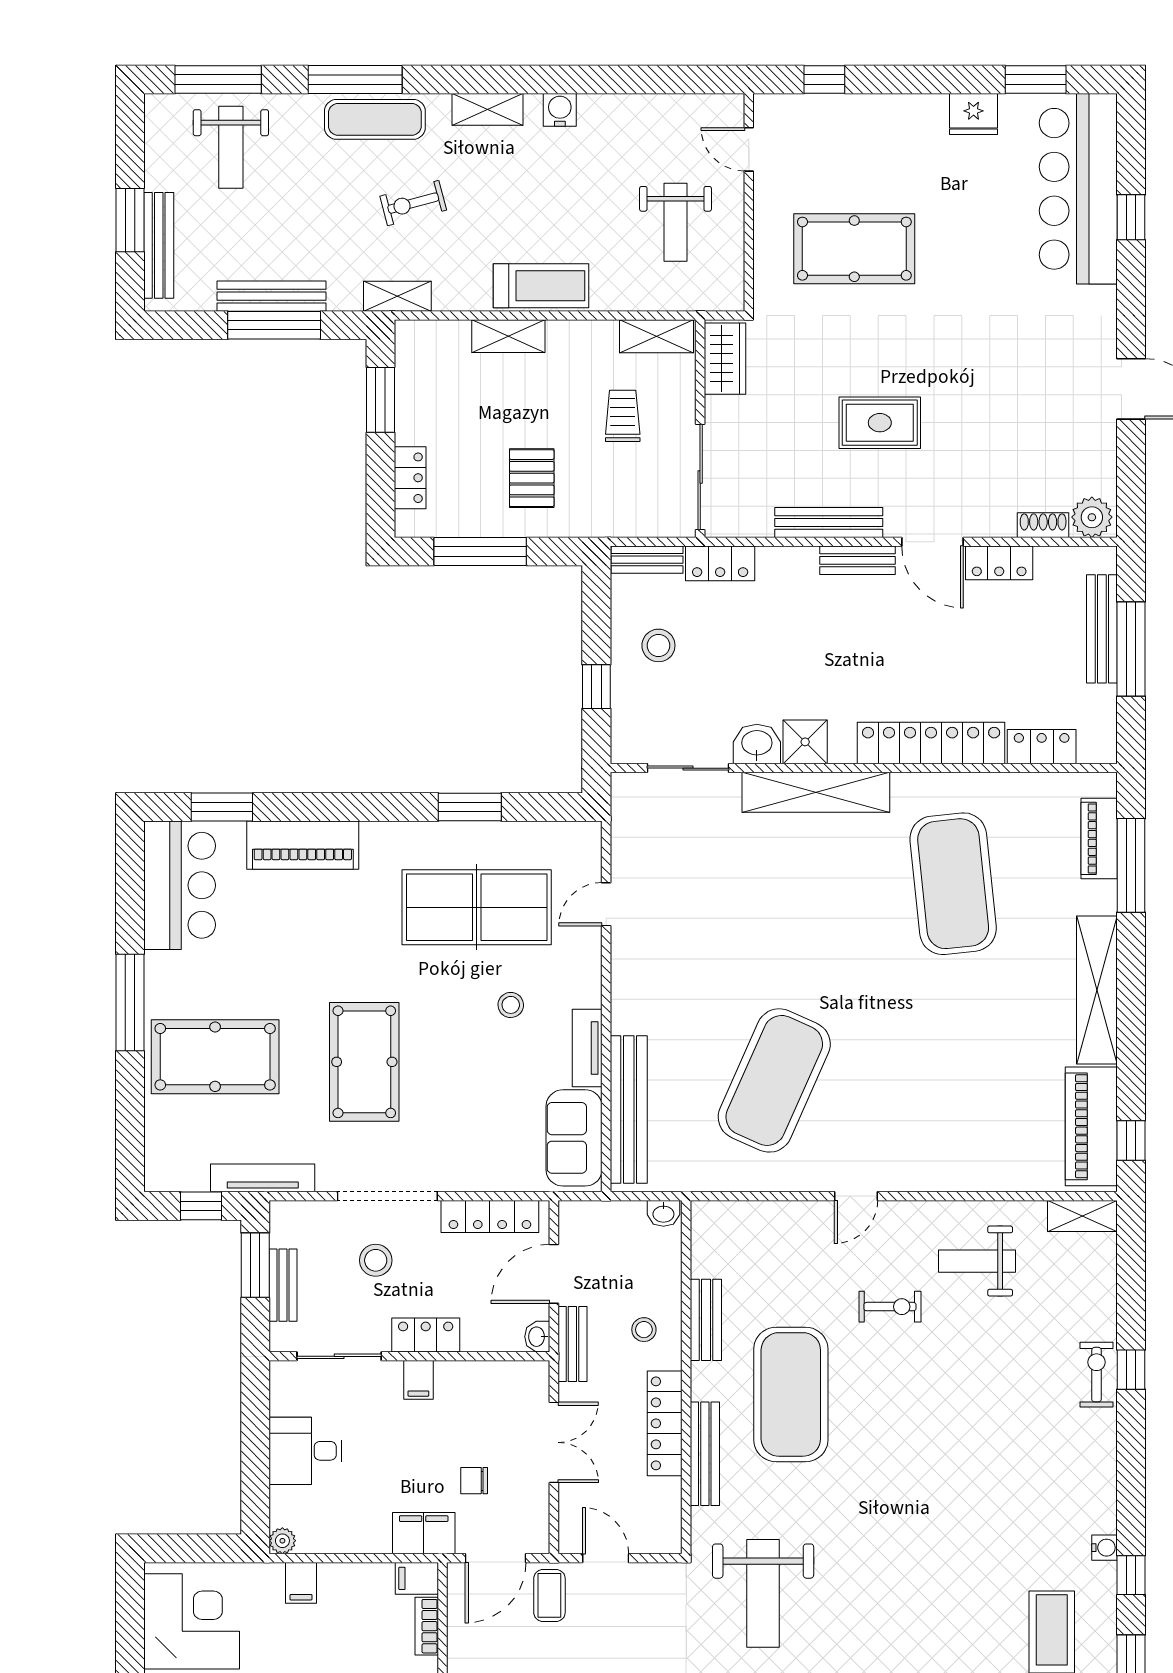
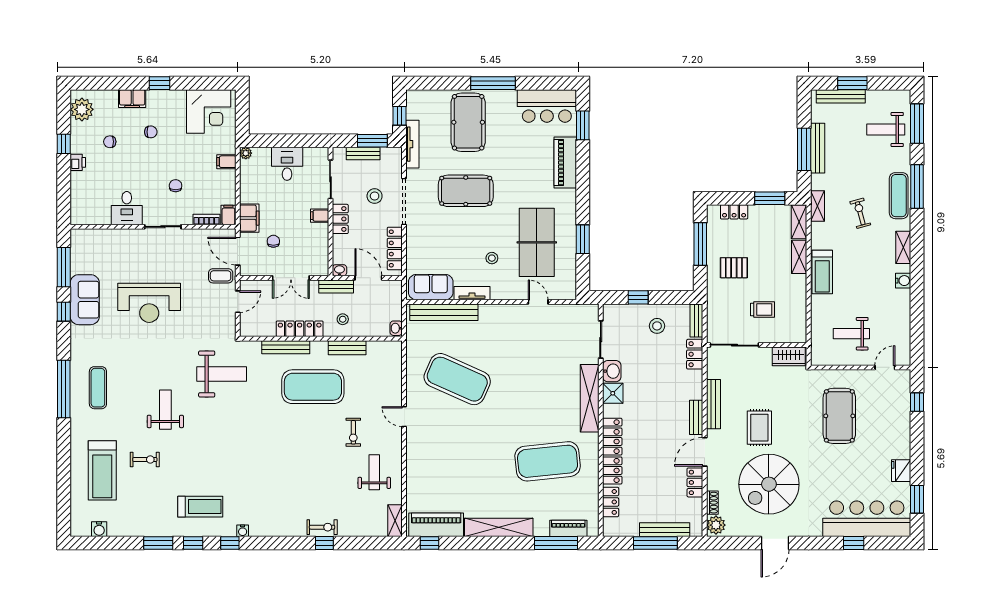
shelving: (656, 336) -> (799, 222), moved
spiral stairs: (1003, 402) -> (769, 484), added
weight bench: (763, 1593) -> (222, 374), turned 180

